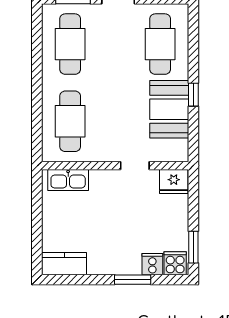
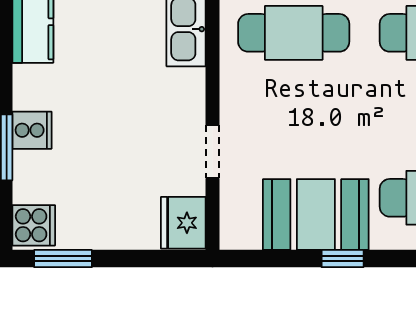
cooker: (152, 264) -> (32, 130), moved

